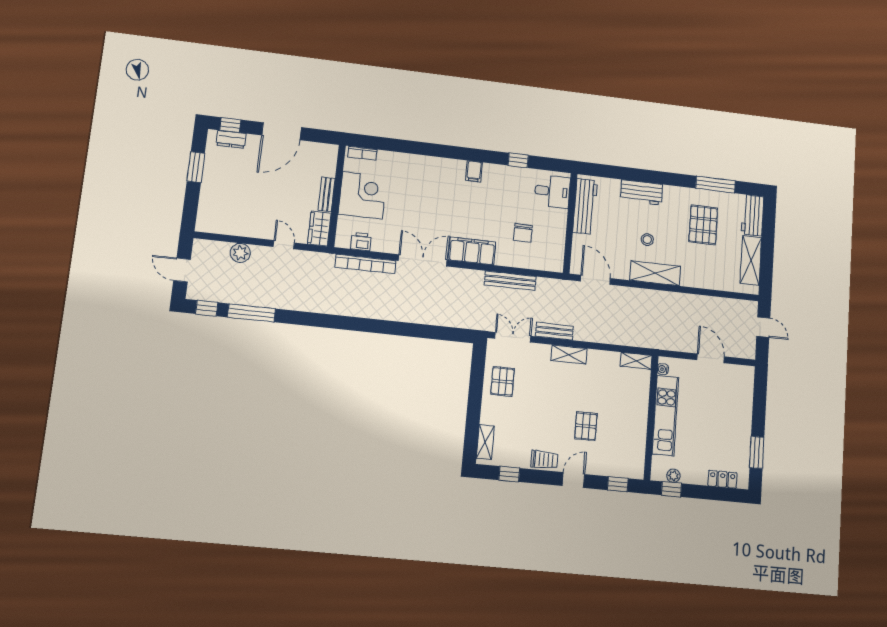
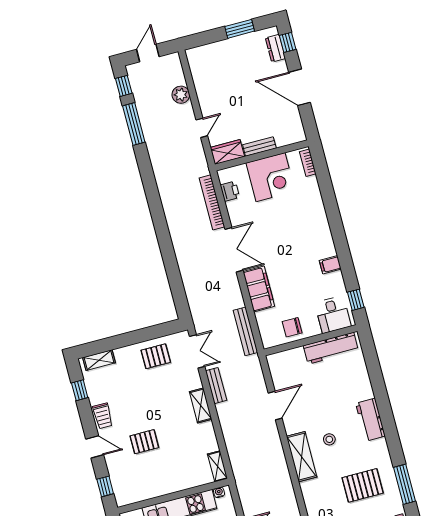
desk: (552, 191) -> (333, 315), moved
workbench: (585, 206) -> (331, 348), moved
wall: (570, 223) -> (311, 340), moved

